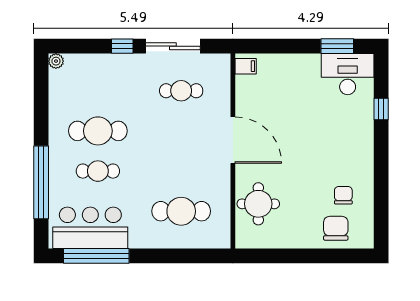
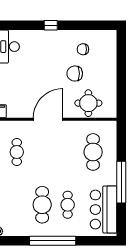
window: (381, 109) -> (51, 25), moved
window: (41, 182) -> (53, 241), moved
chair: (336, 228) -> (75, 74), moved
window: (96, 256) -> (121, 182), moved

